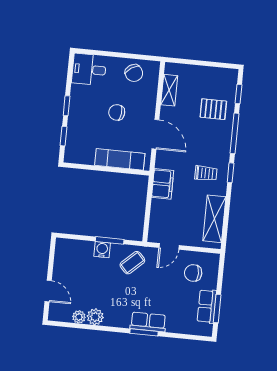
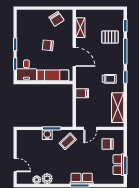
desk: (89, 69) -> (26, 70), moved, turned -90
filing cabinet: (163, 184) -> (82, 93), width x0.50

